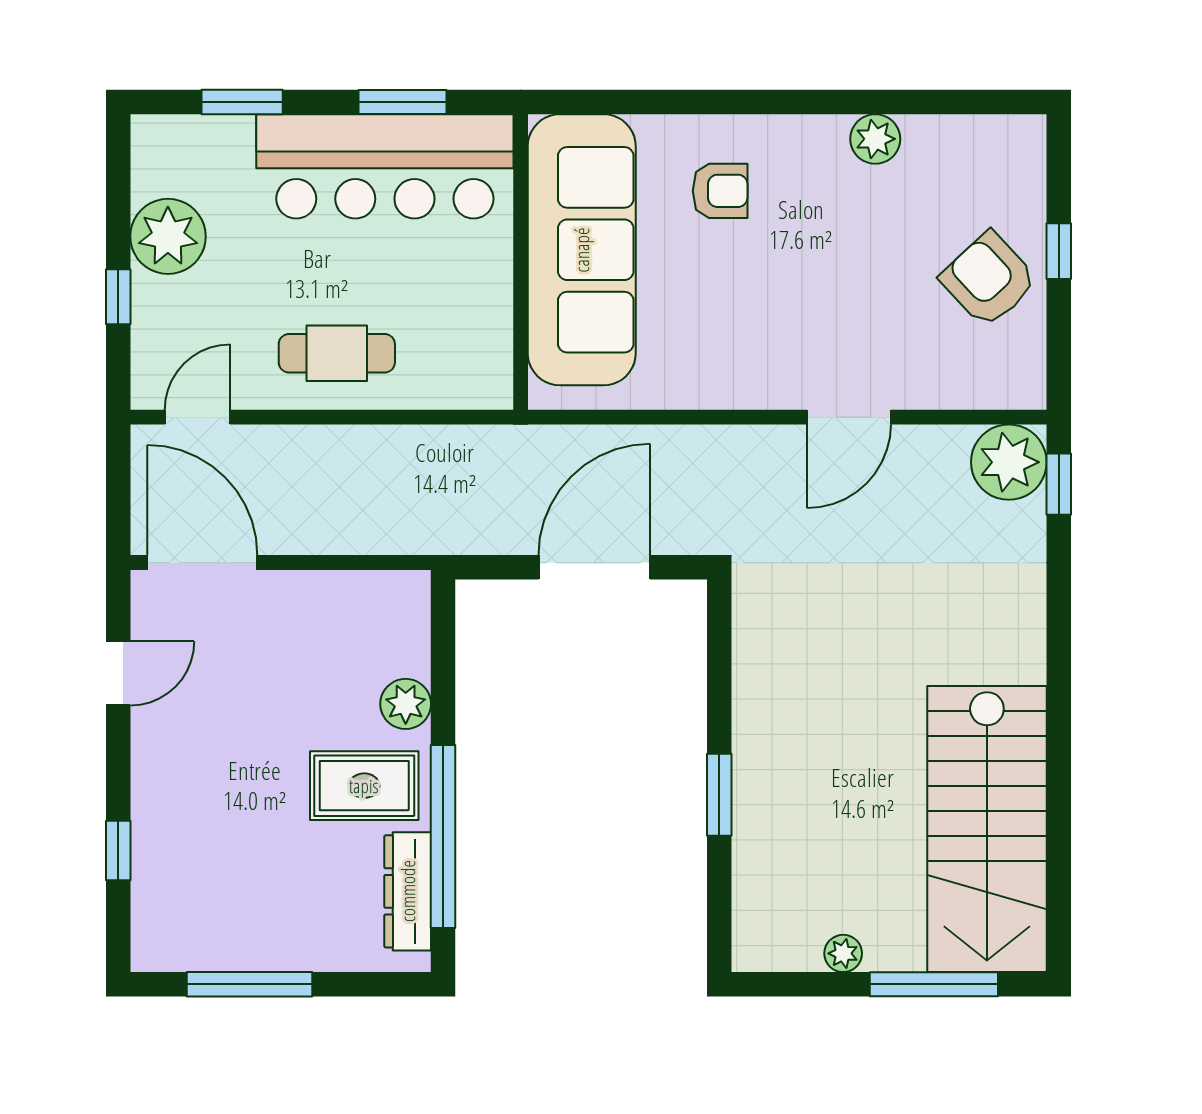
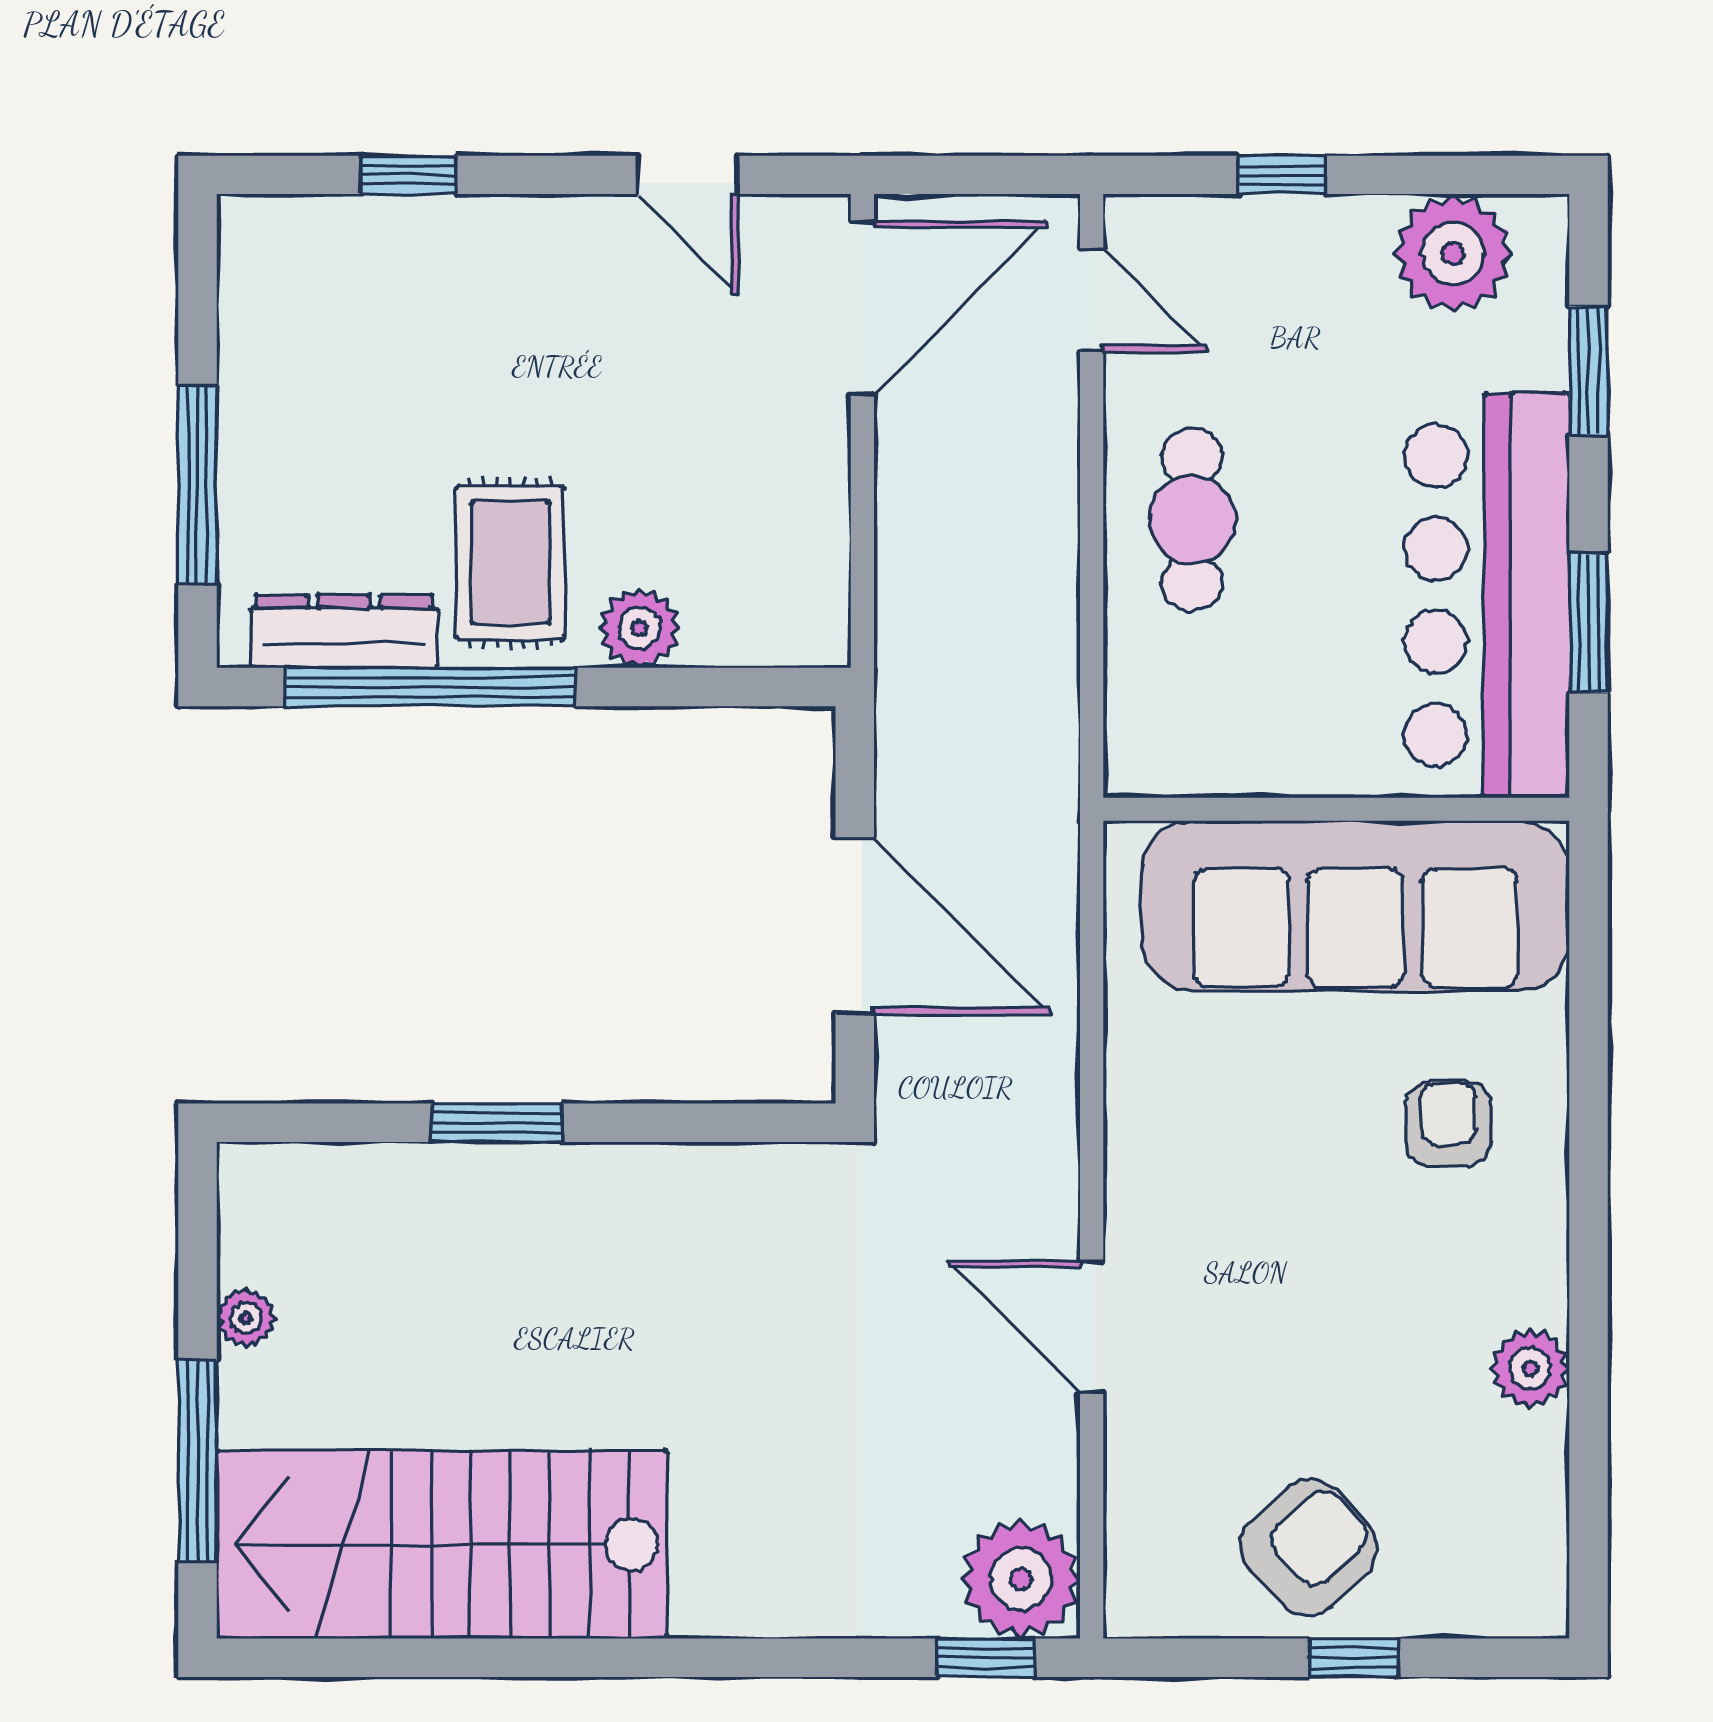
armchair: (720, 191) -> (1448, 1124), turned 180
plant: (168, 236) -> (1453, 253), moved
window: (249, 984) -> (197, 485), moved

